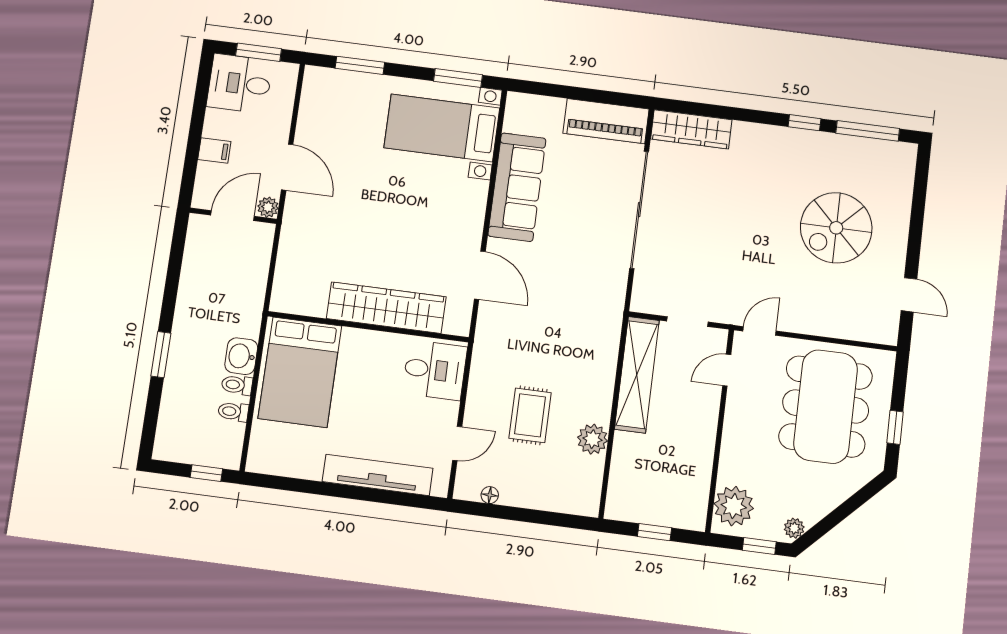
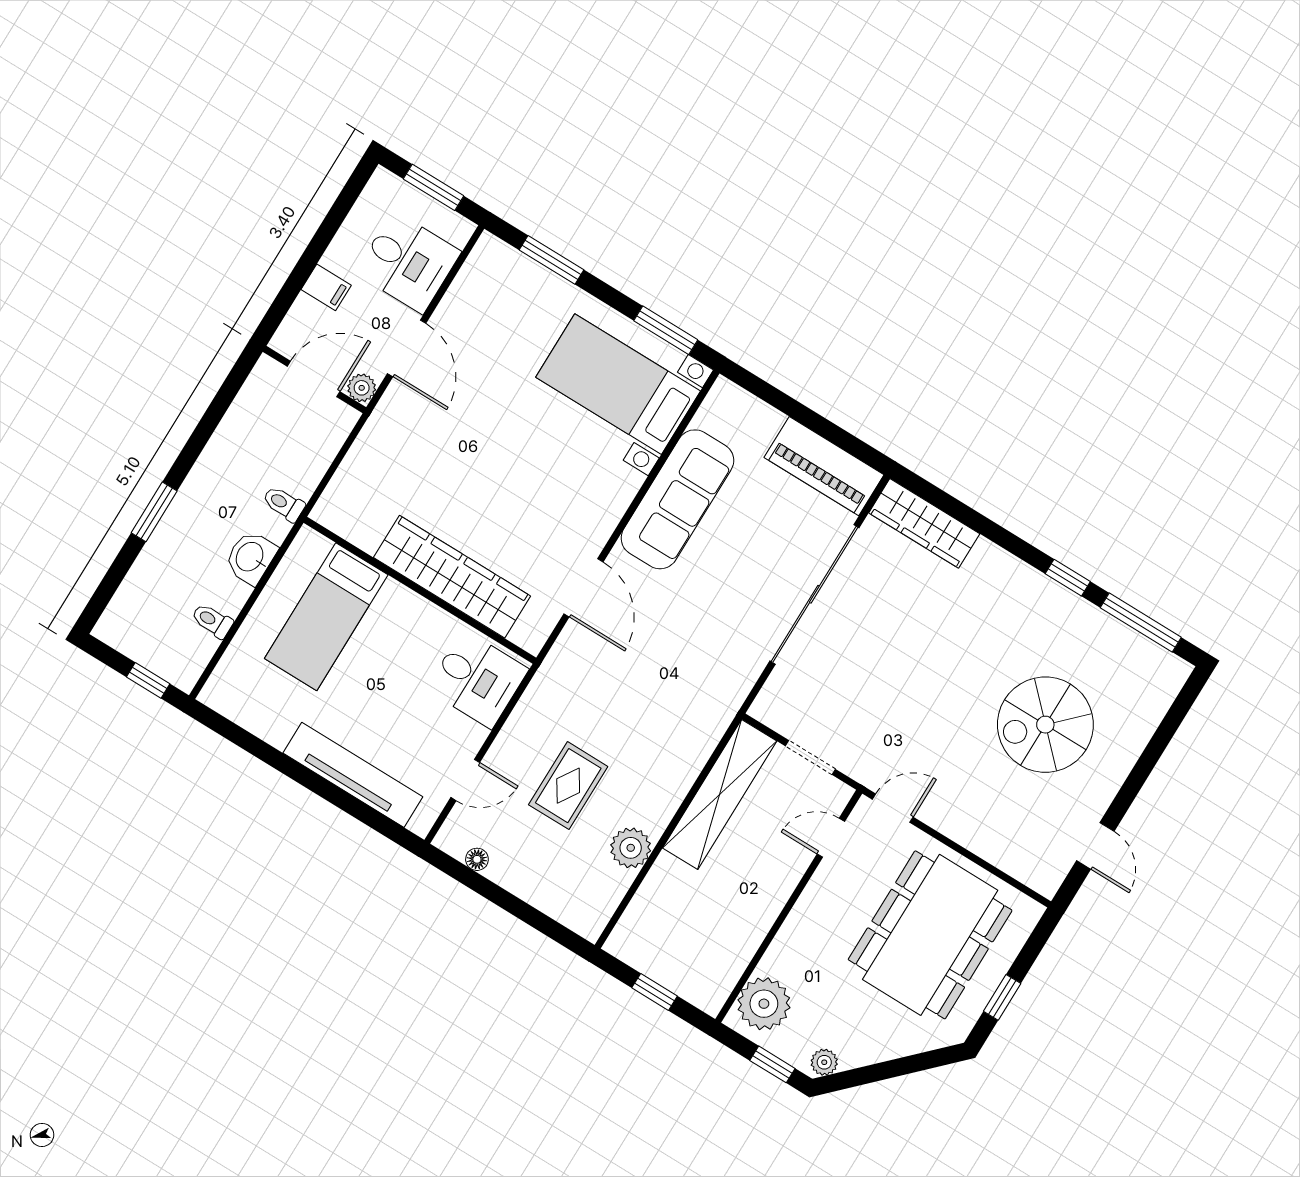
desk: (240, 84) -> (408, 262), moved, turned 180
bed: (300, 372) -> (326, 617), width x0.67
toilet: (237, 385) -> (284, 504), moved

